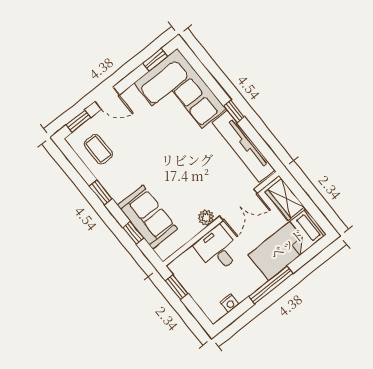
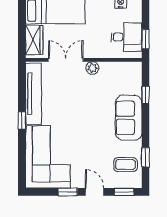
window: (155, 60) -> (68, 192), moved
coffee table: (98, 149) -> (126, 165), turned 90
window: (101, 192) -> (145, 157), moved
sofa: (148, 217) -> (129, 118), moved
desk: (218, 249) -> (126, 37), moved, turned -90

